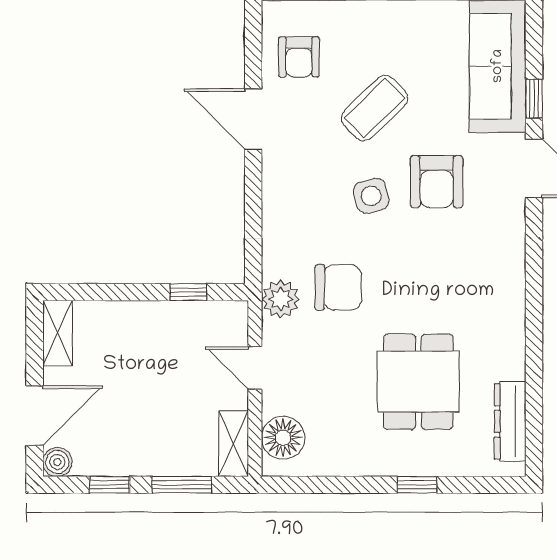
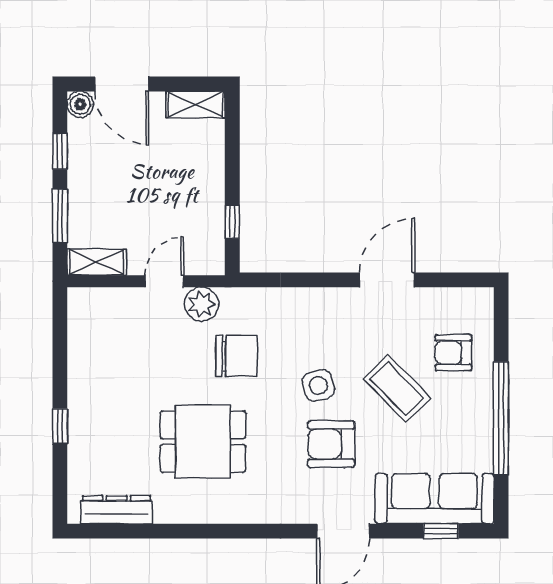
armchair: (299, 57) -> (453, 353), moved
window: (534, 98) -> (441, 531), moved
chair: (338, 287) -> (237, 356), turned -90
plant: (280, 299) -> (202, 304), moved
dining table: (418, 382) -> (203, 442), moved
floor lamp: (283, 438) -> (102, 307), removed

